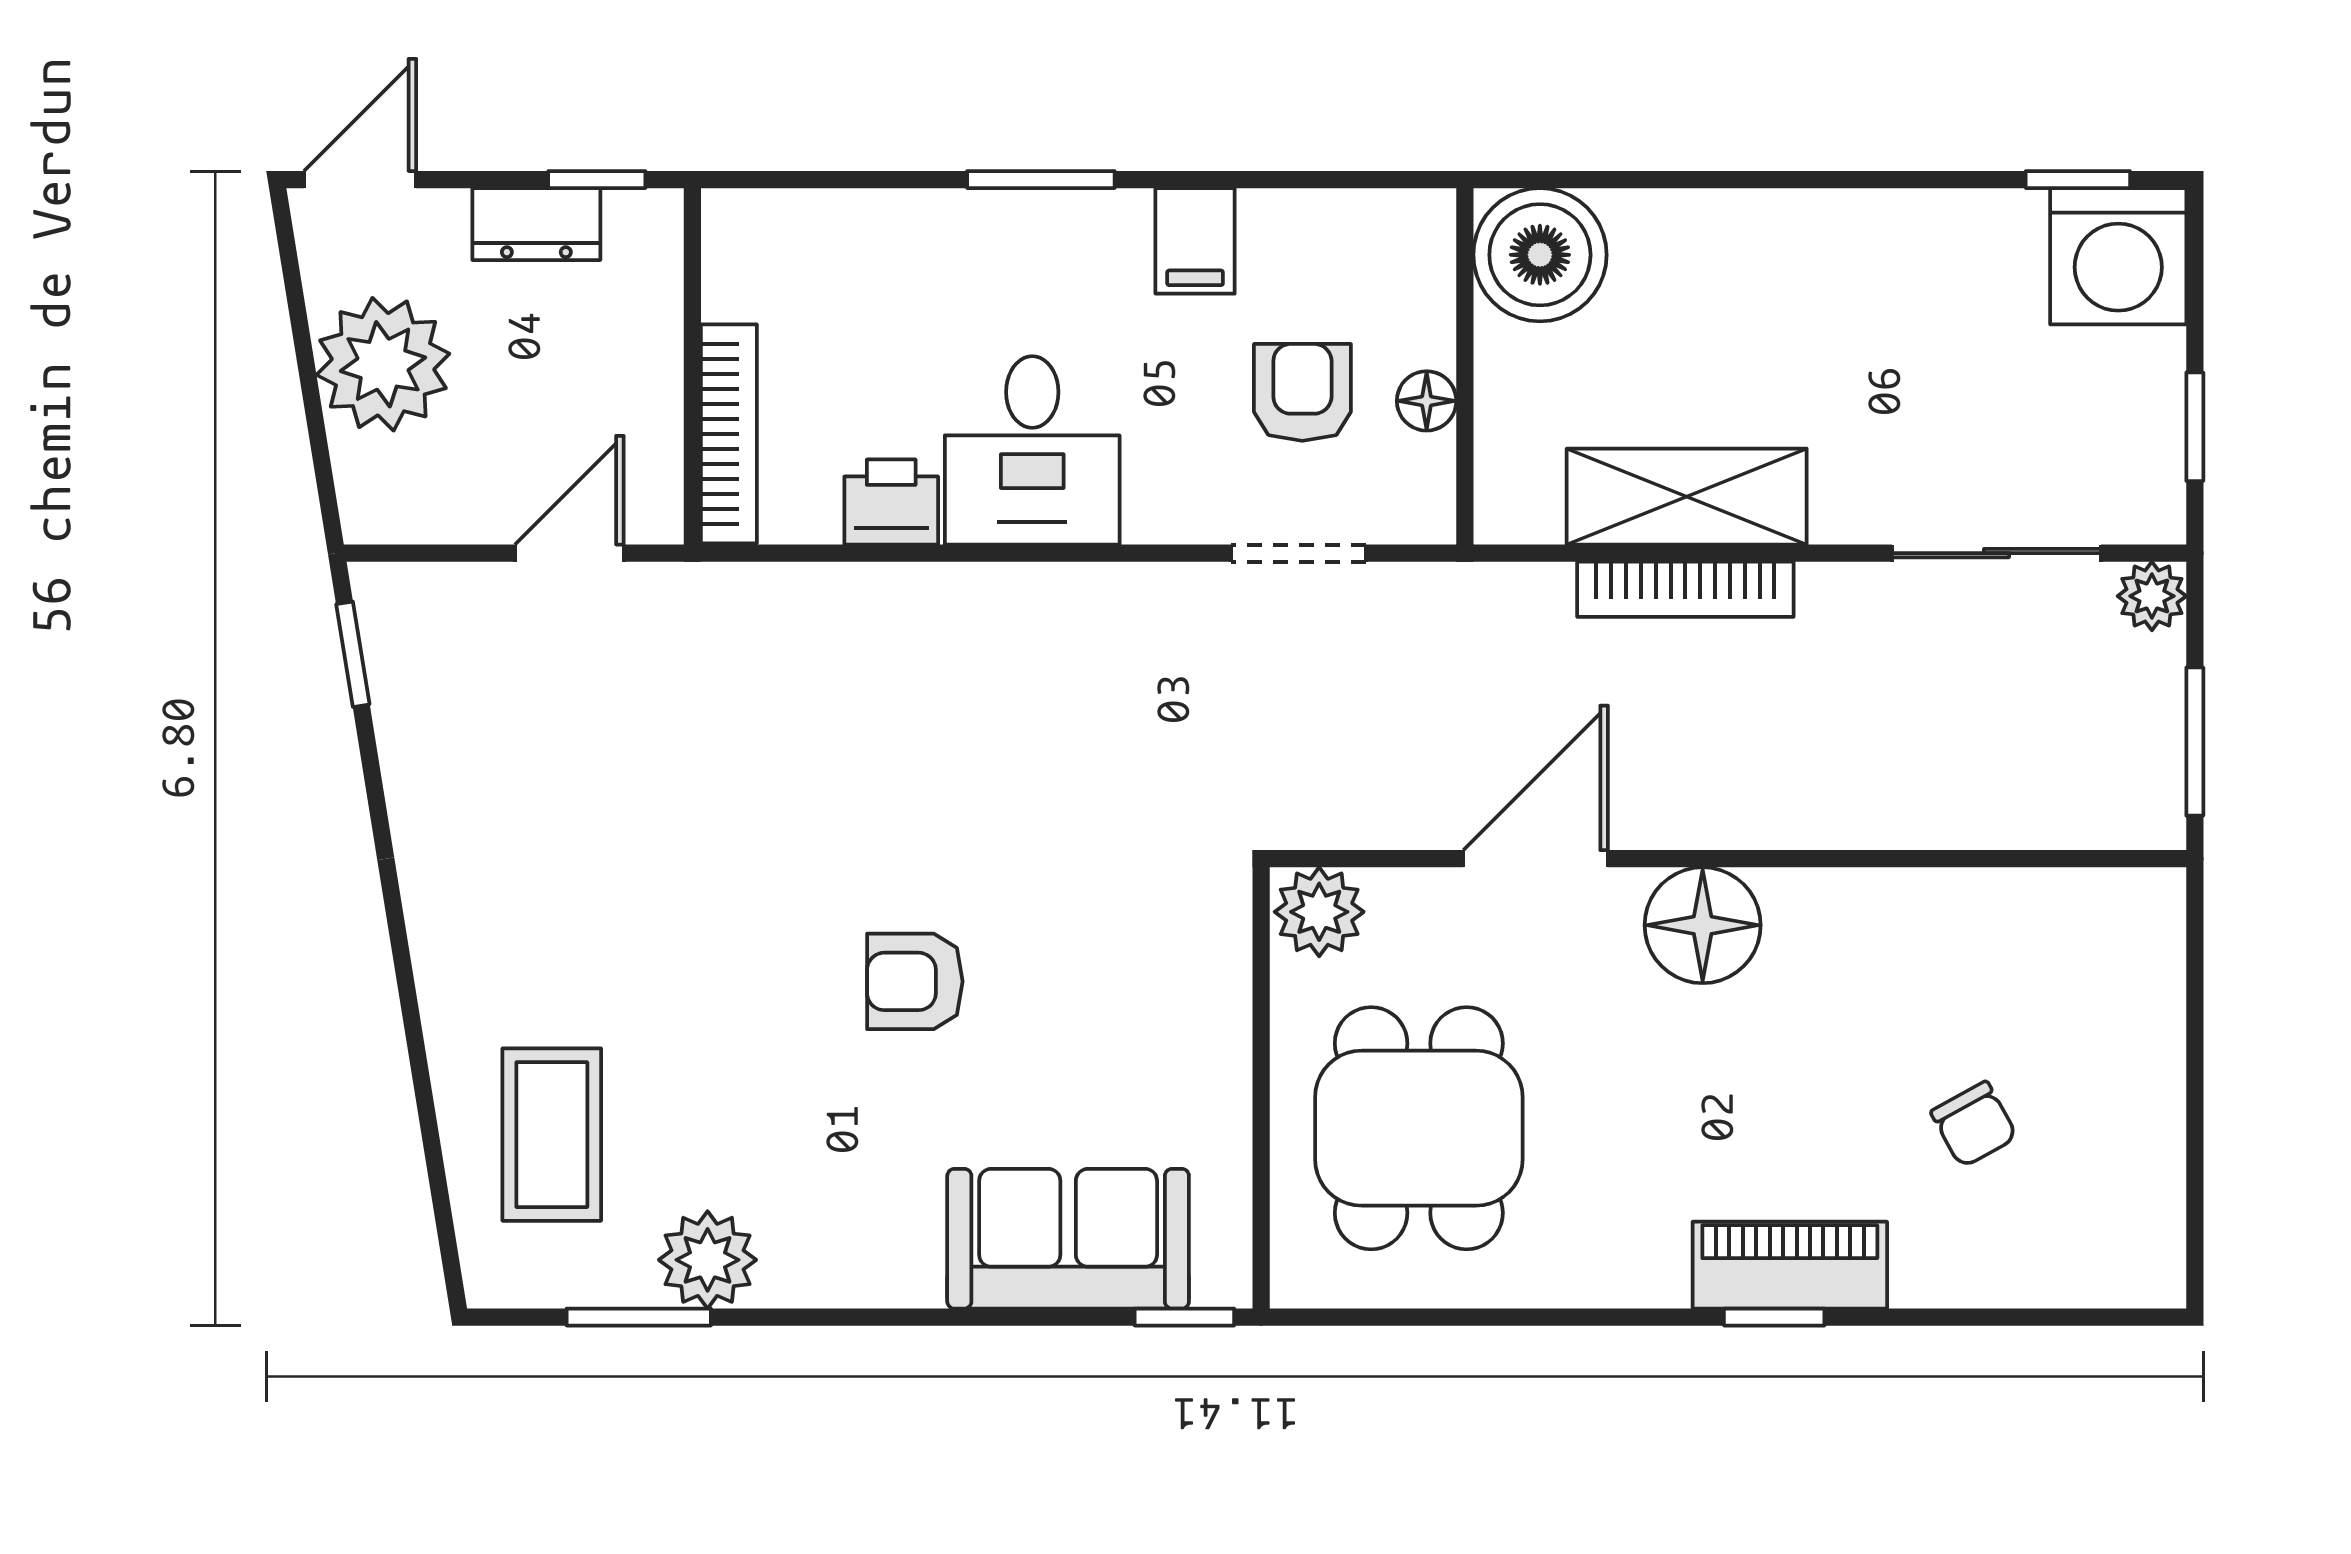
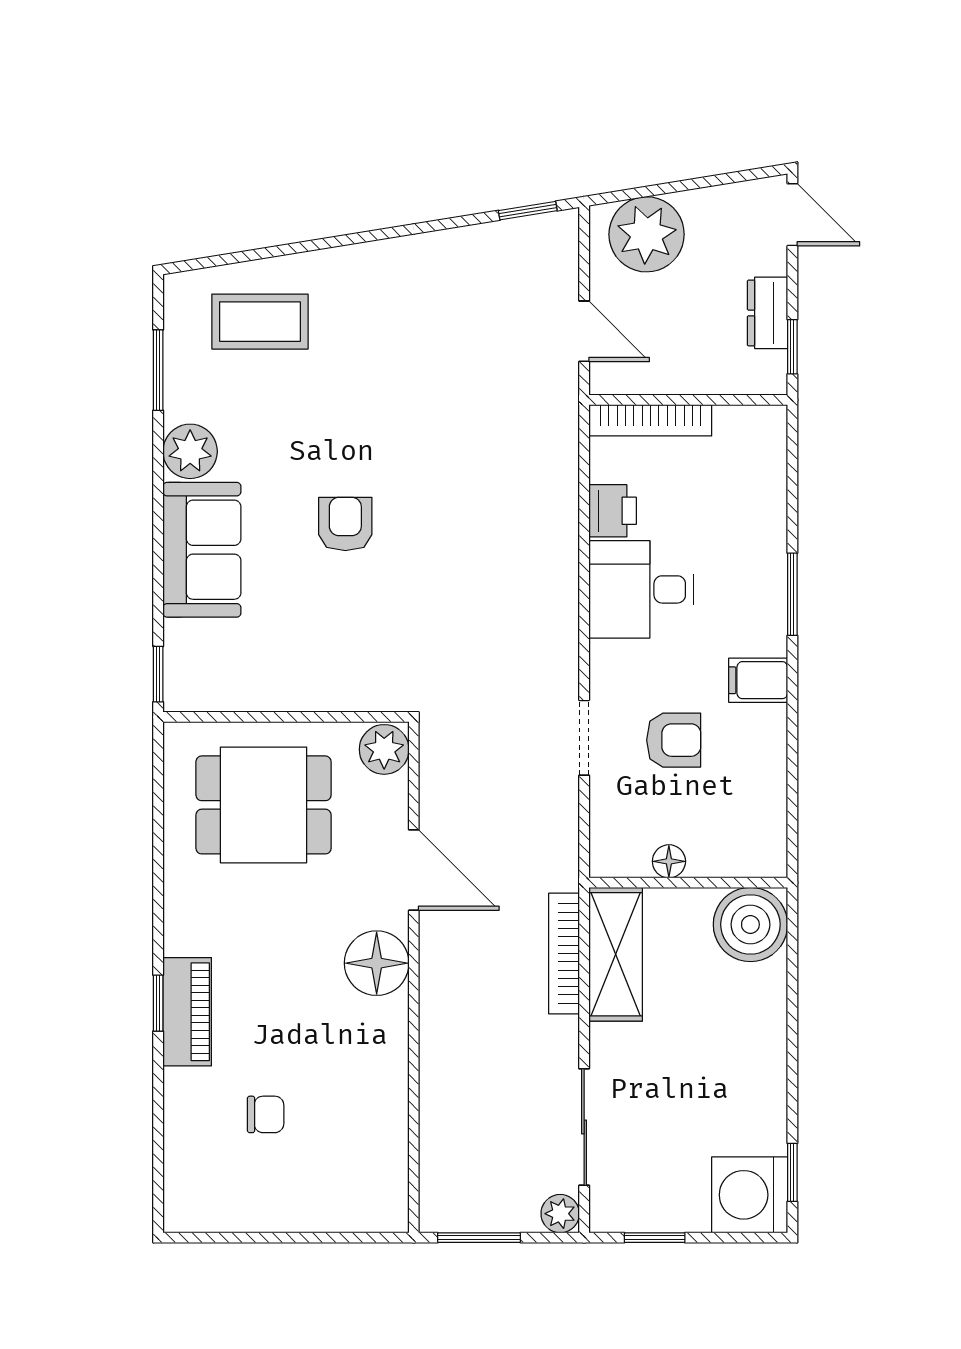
boiler: (1540, 255) -> (750, 924), moved
plant: (383, 364) -> (647, 234), moved
wall: (1465, 366) -> (688, 883), moved
floor lamp: (1427, 401) -> (669, 861), moved
chair: (1974, 1124) -> (266, 1114), turned -151
sofa: (1068, 1239) -> (202, 550), moved
plant: (708, 1260) -> (190, 451), moved

